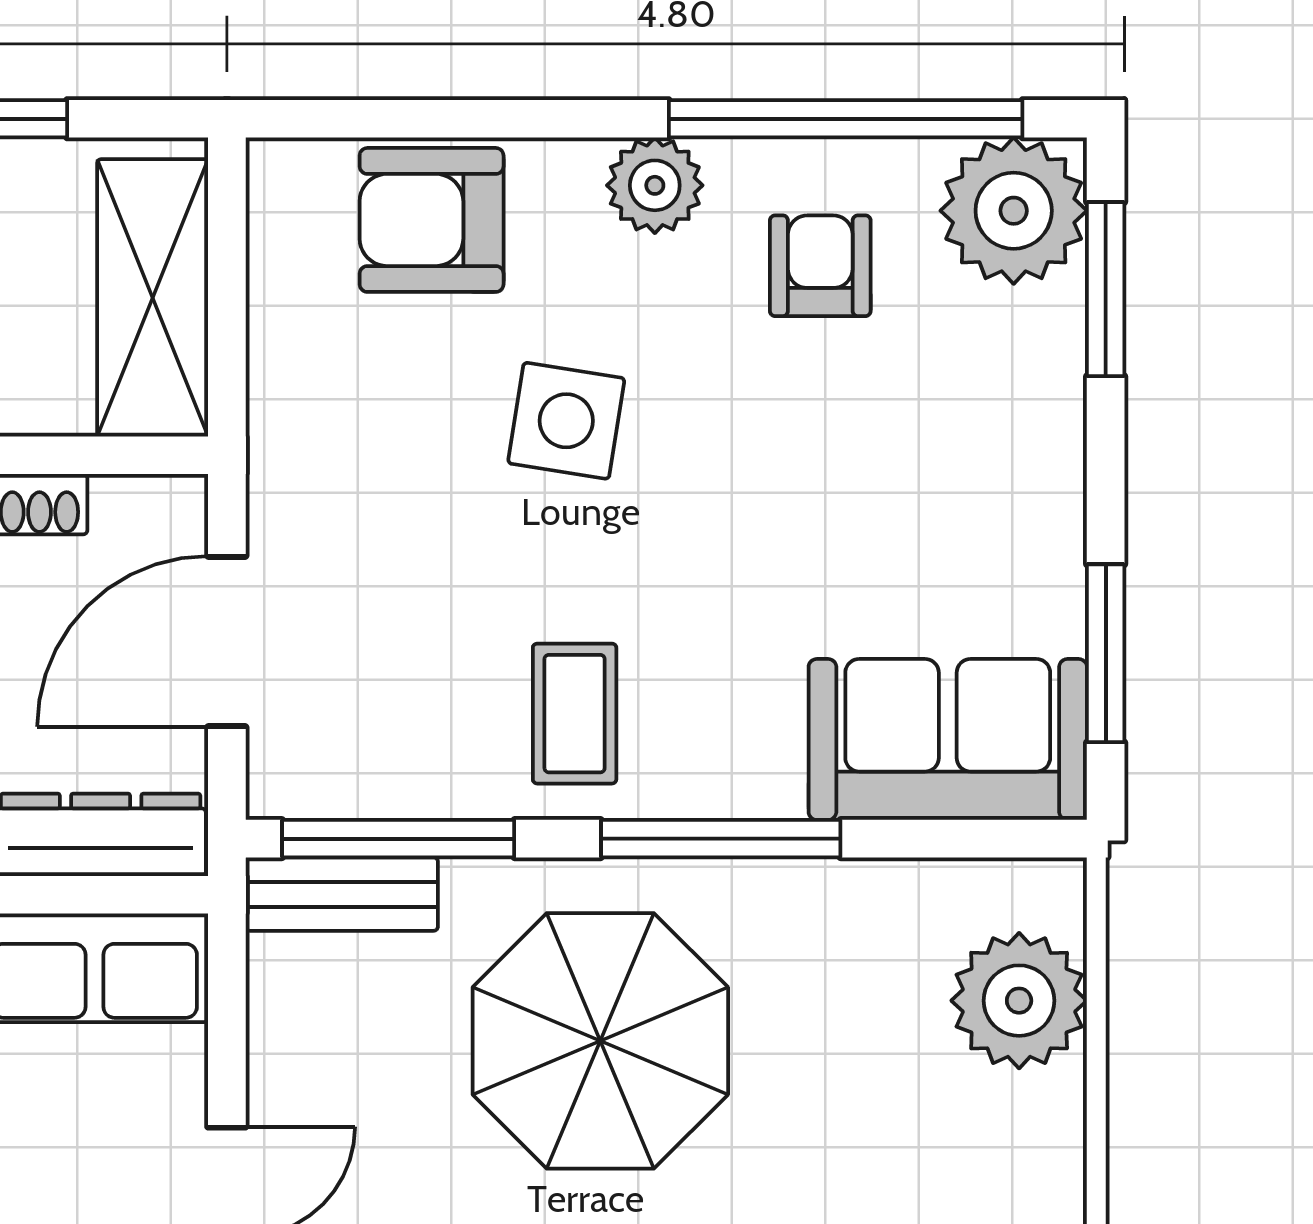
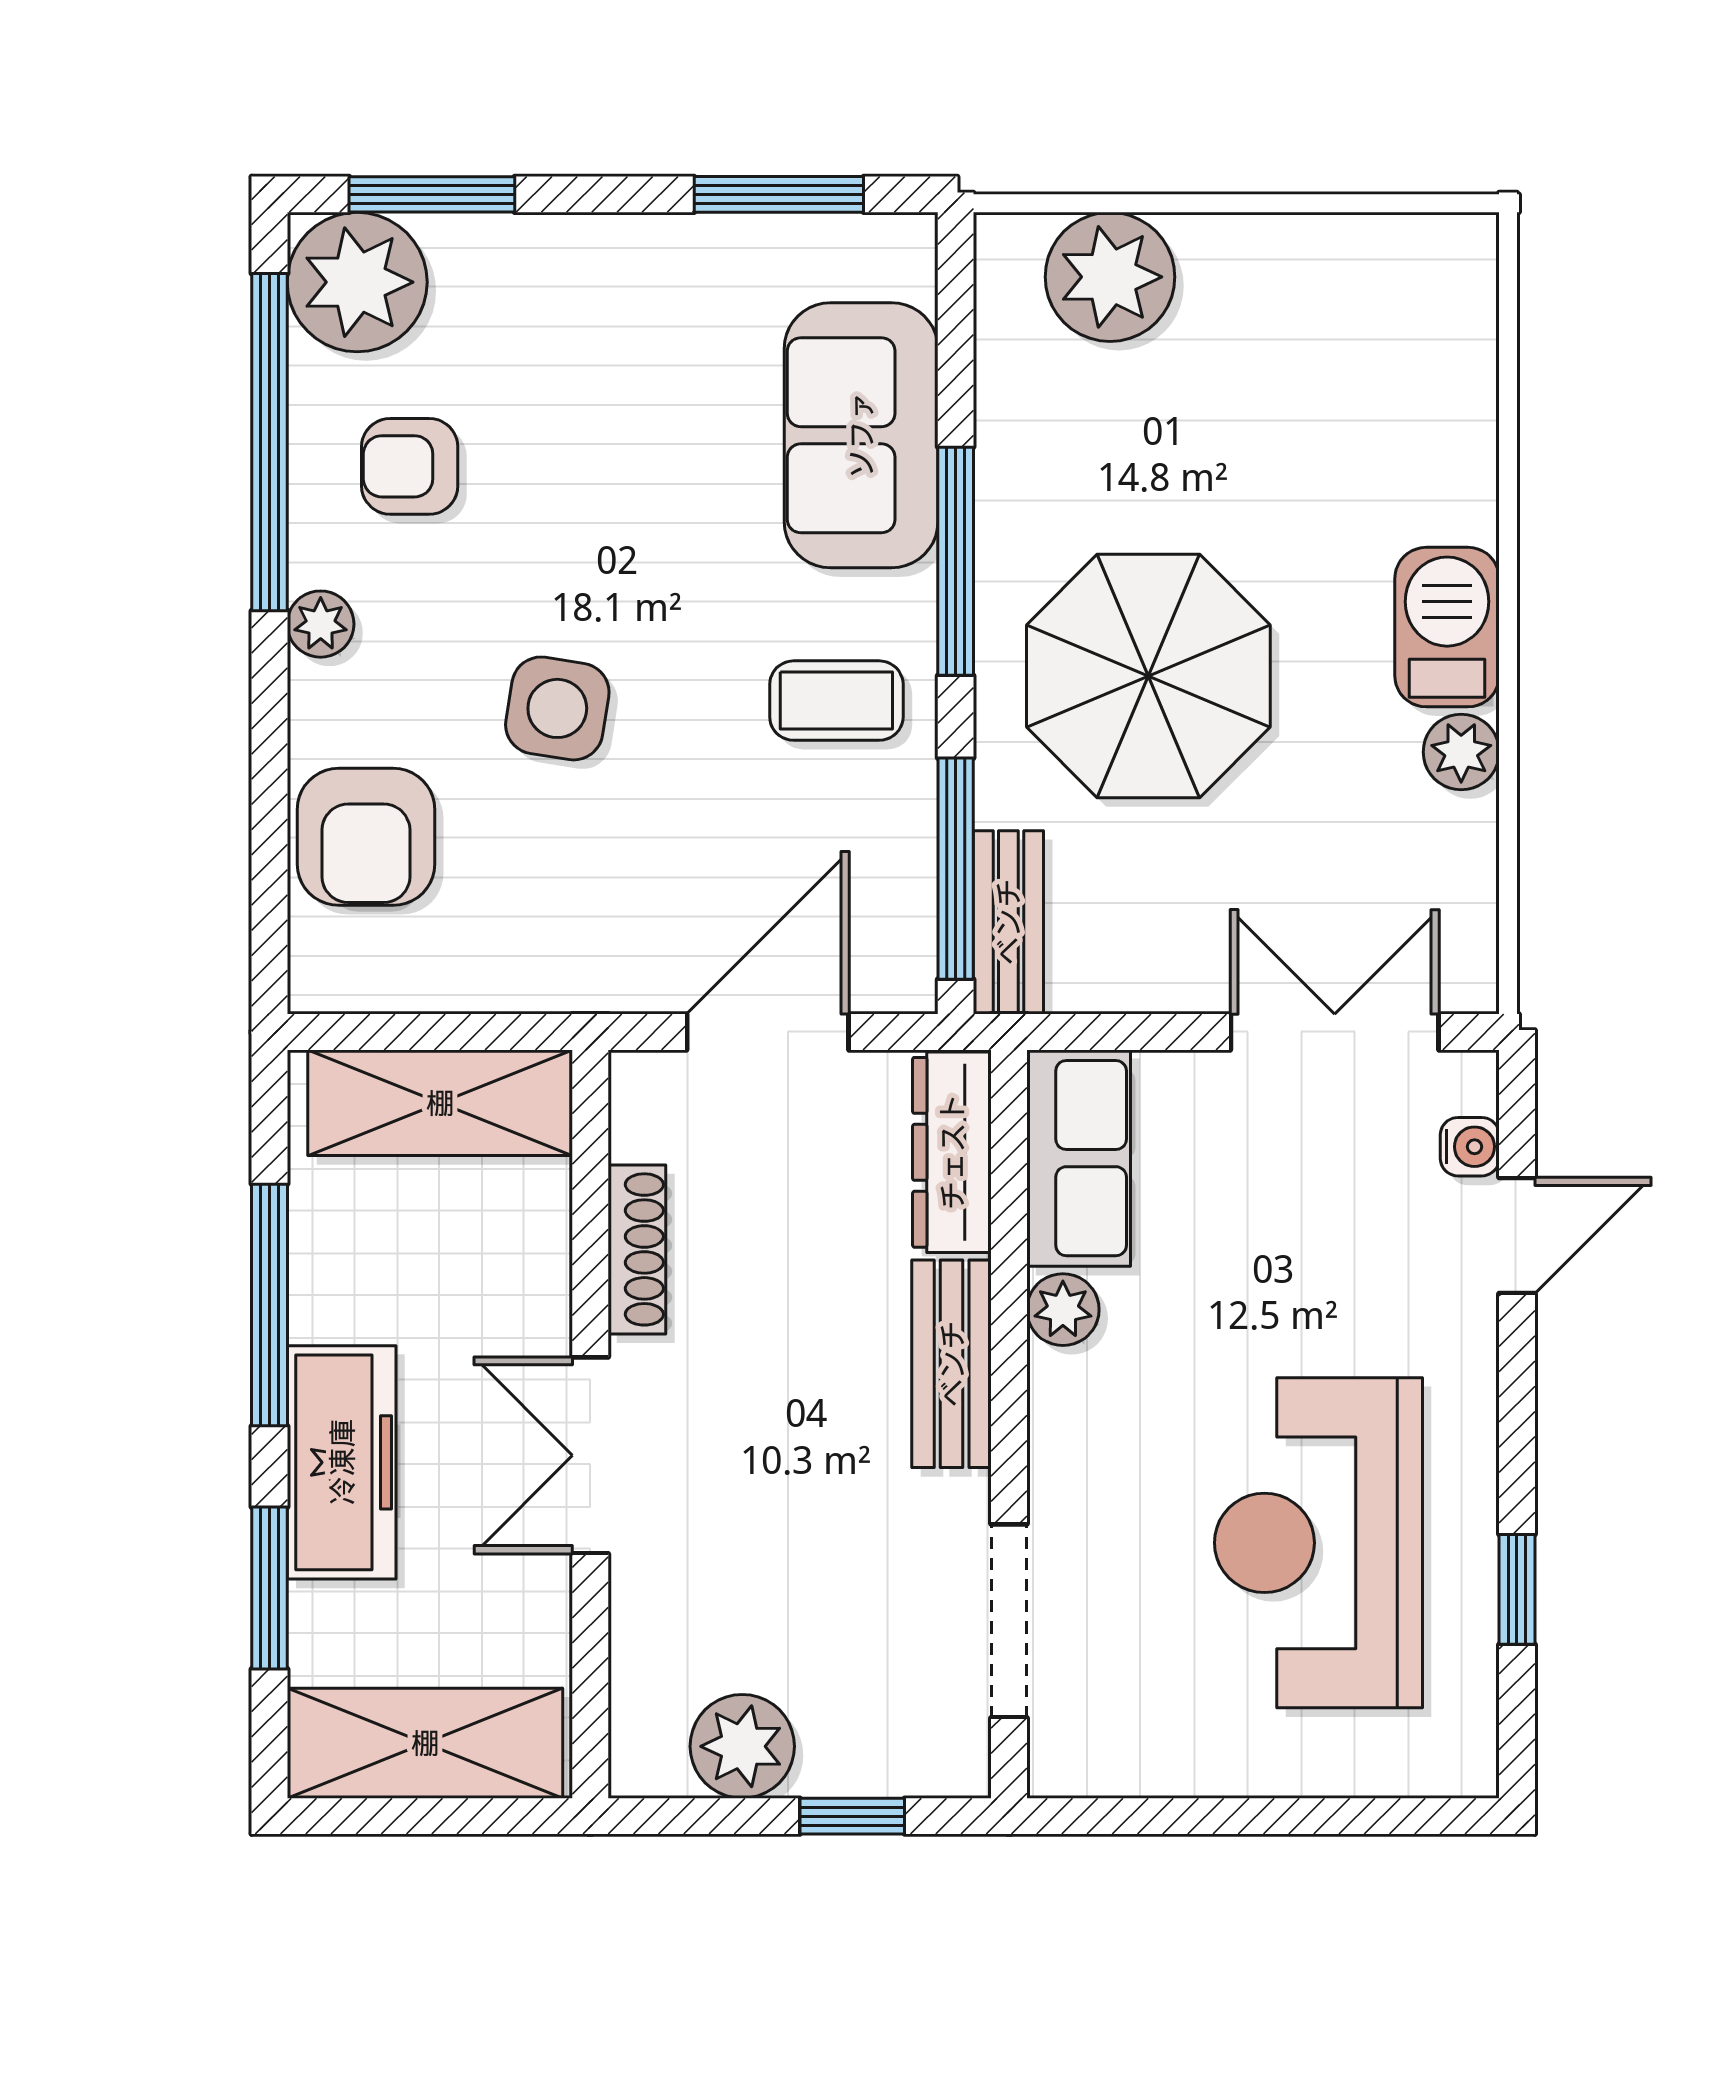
plant: (655, 185) -> (321, 624), width x0.73, depth x0.73
door: (227, 642) -> (768, 1032), swing flipped
sofa: (948, 739) -> (861, 435), moved

